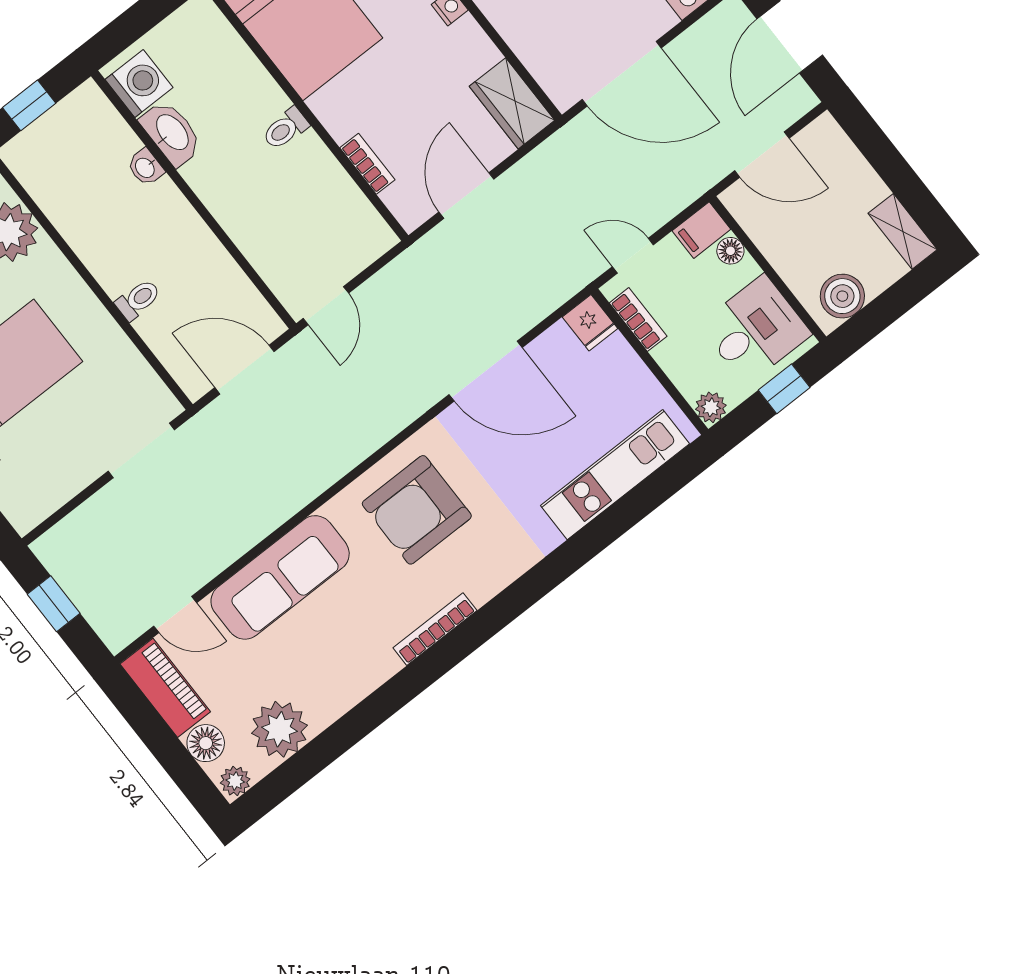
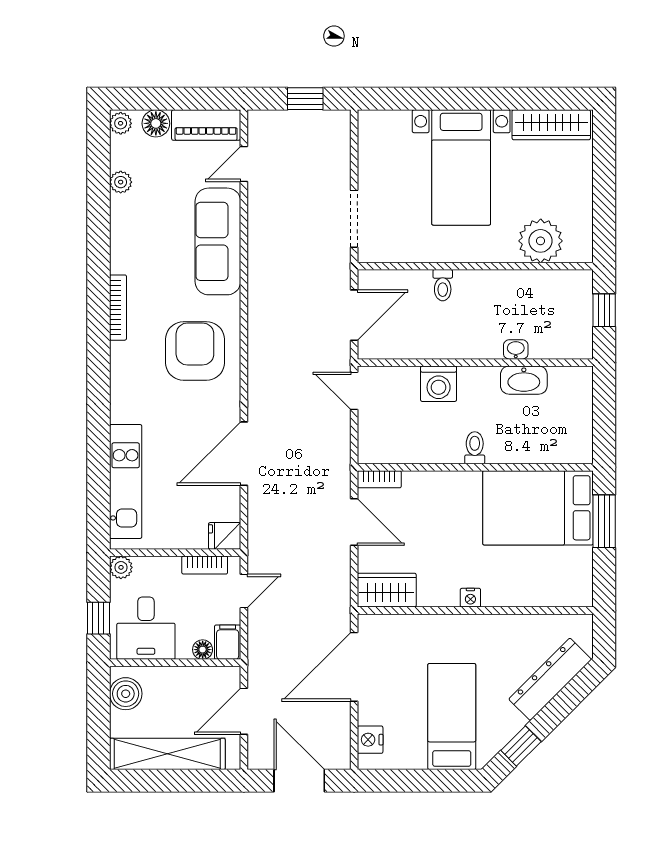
washing machine: (139, 83) -> (439, 384), moved
bookcase: (367, 164) -> (379, 479), moved
shelving: (903, 231) -> (167, 754), width x2.20, depth x1.33
plant: (280, 729) -> (121, 182), width x0.53, depth x0.53

